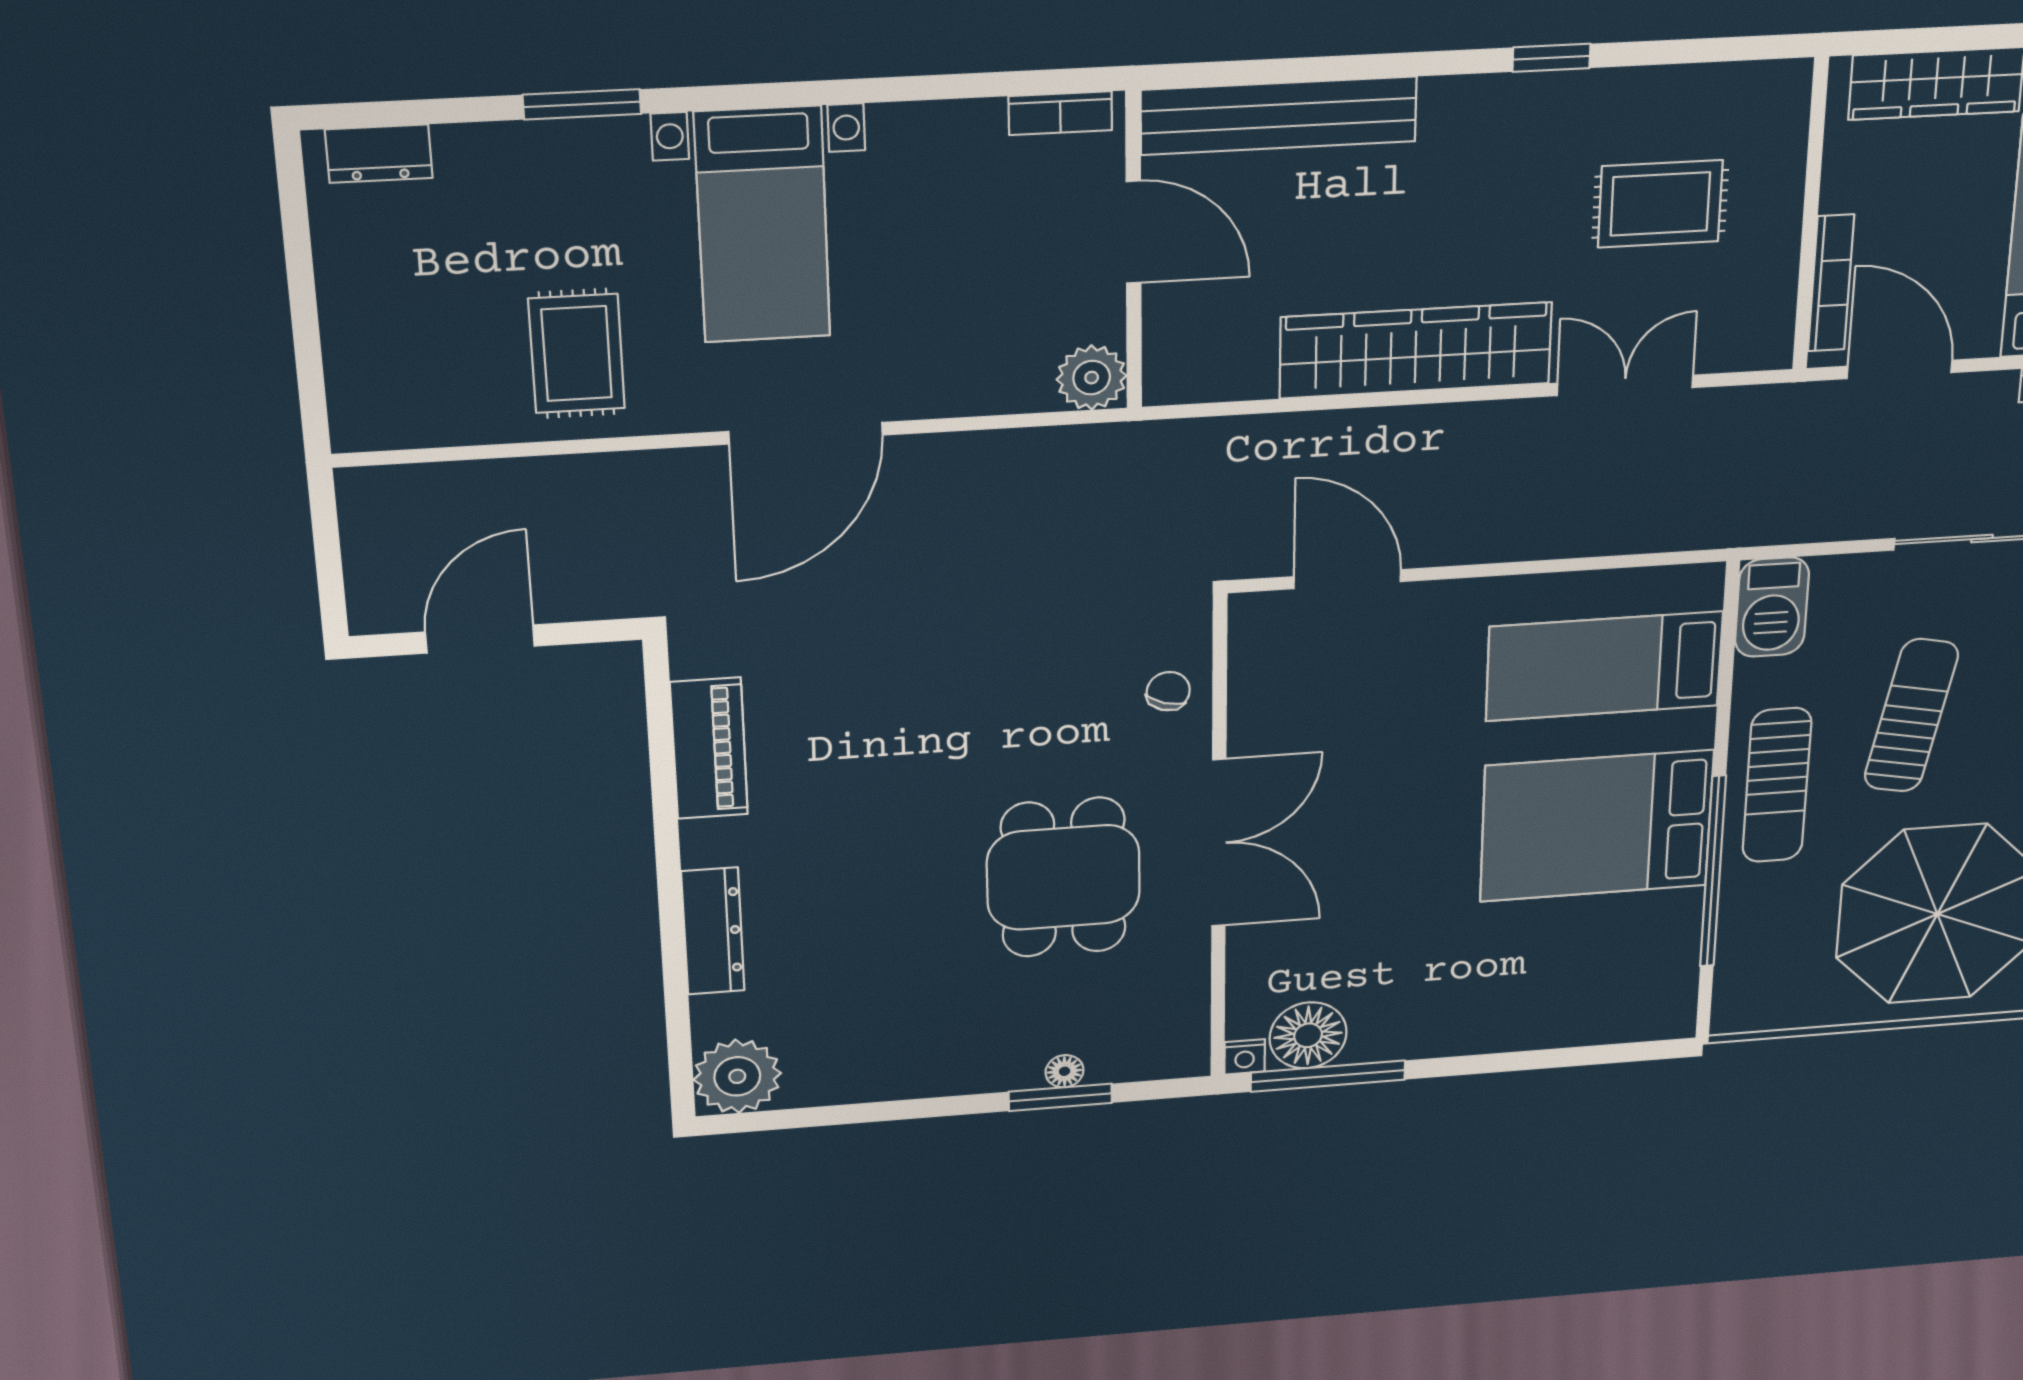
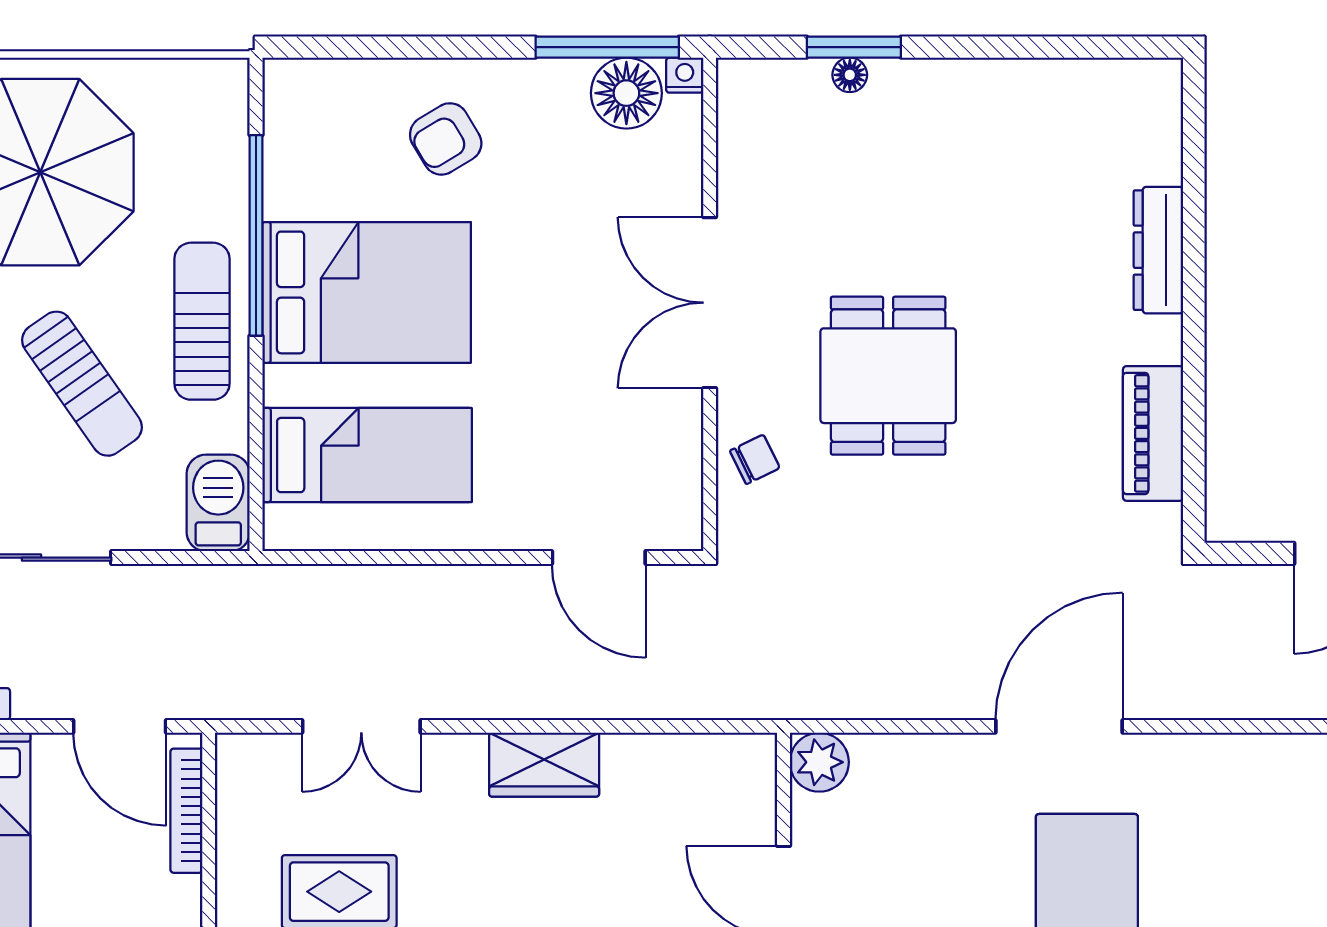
wardrobe: (1416, 350) -> (544, 765), width x0.48, depth x0.85
rug: (577, 354) -> (1243, 810), removed
chair: (1168, 691) -> (755, 459), turned -133
sun lounger: (1911, 716) -> (82, 384), turned -46
dining table: (1063, 877) -> (888, 376), moved
armchair: (1504, 978) -> (446, 139), added
plant: (737, 1076) -> (1144, 97), removed

